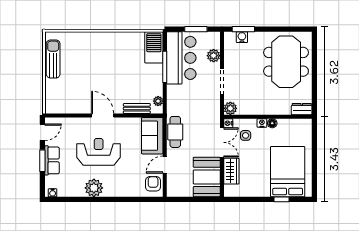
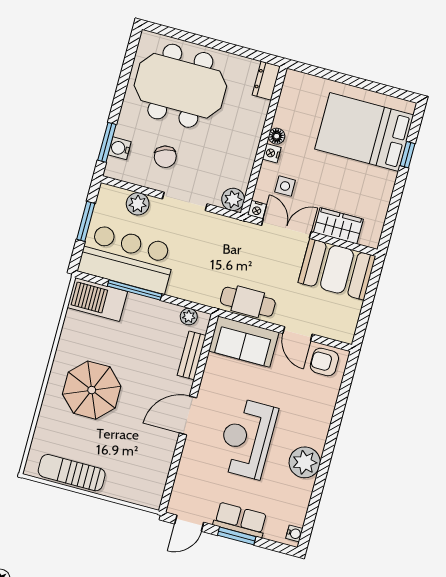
parasol: (102, 58) -> (92, 390), added
chair: (244, 64) -> (165, 157), added
door: (42, 132) -> (189, 523), swing flipped

